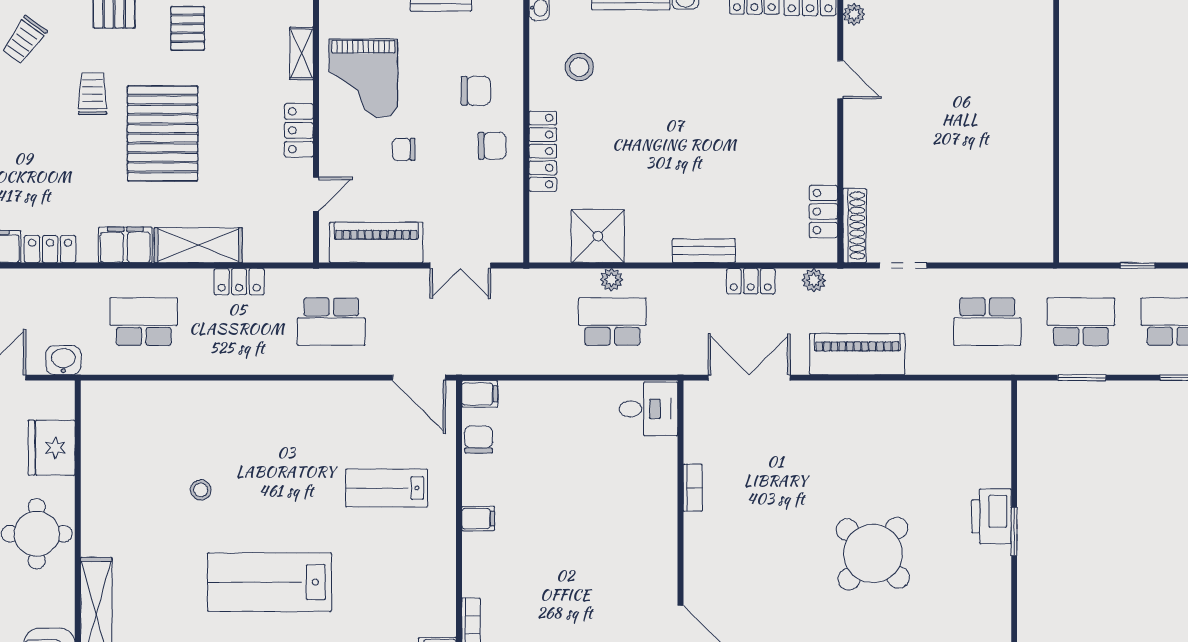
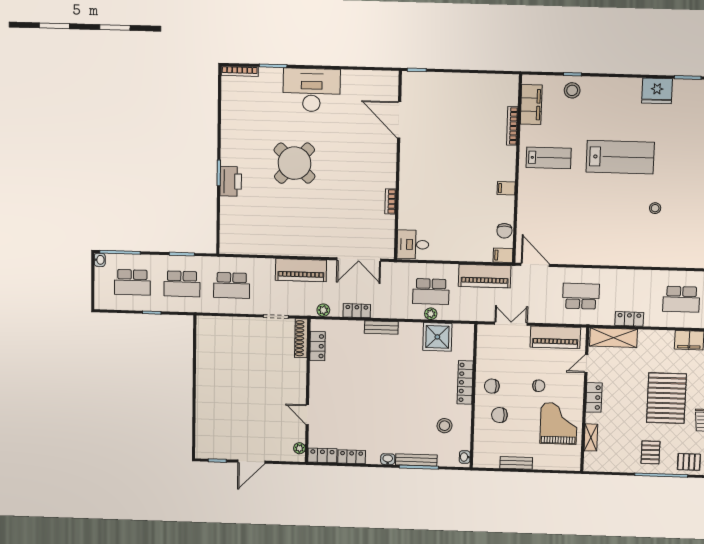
shelving: (198, 245) -> (614, 338), moved
school desk: (987, 322) -> (232, 285), turned 180
piano: (513, 354) -> (485, 276), added
lab bench: (387, 488) -> (549, 158), moved

